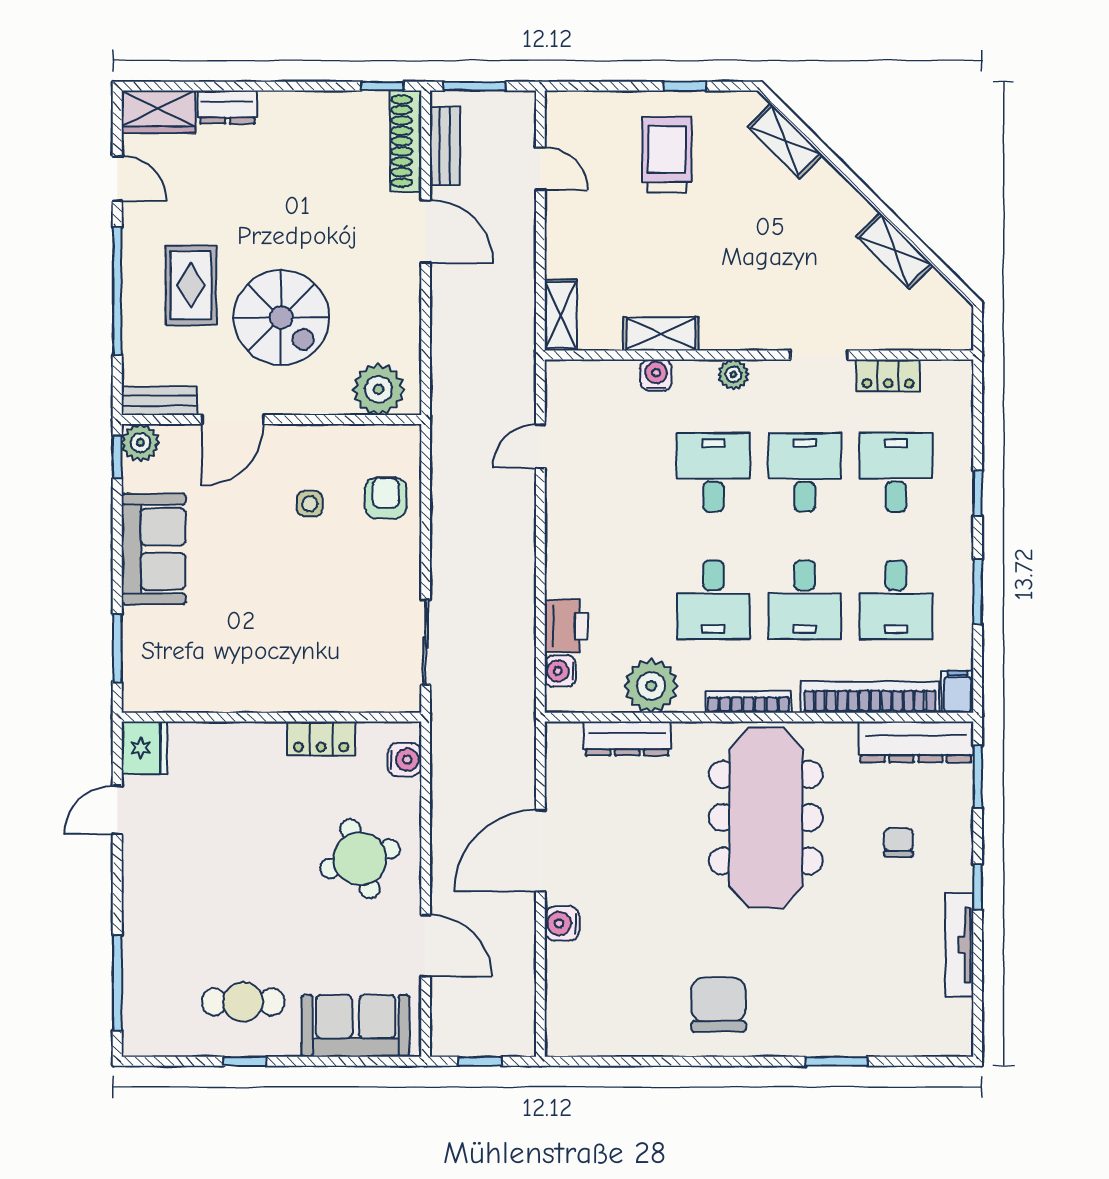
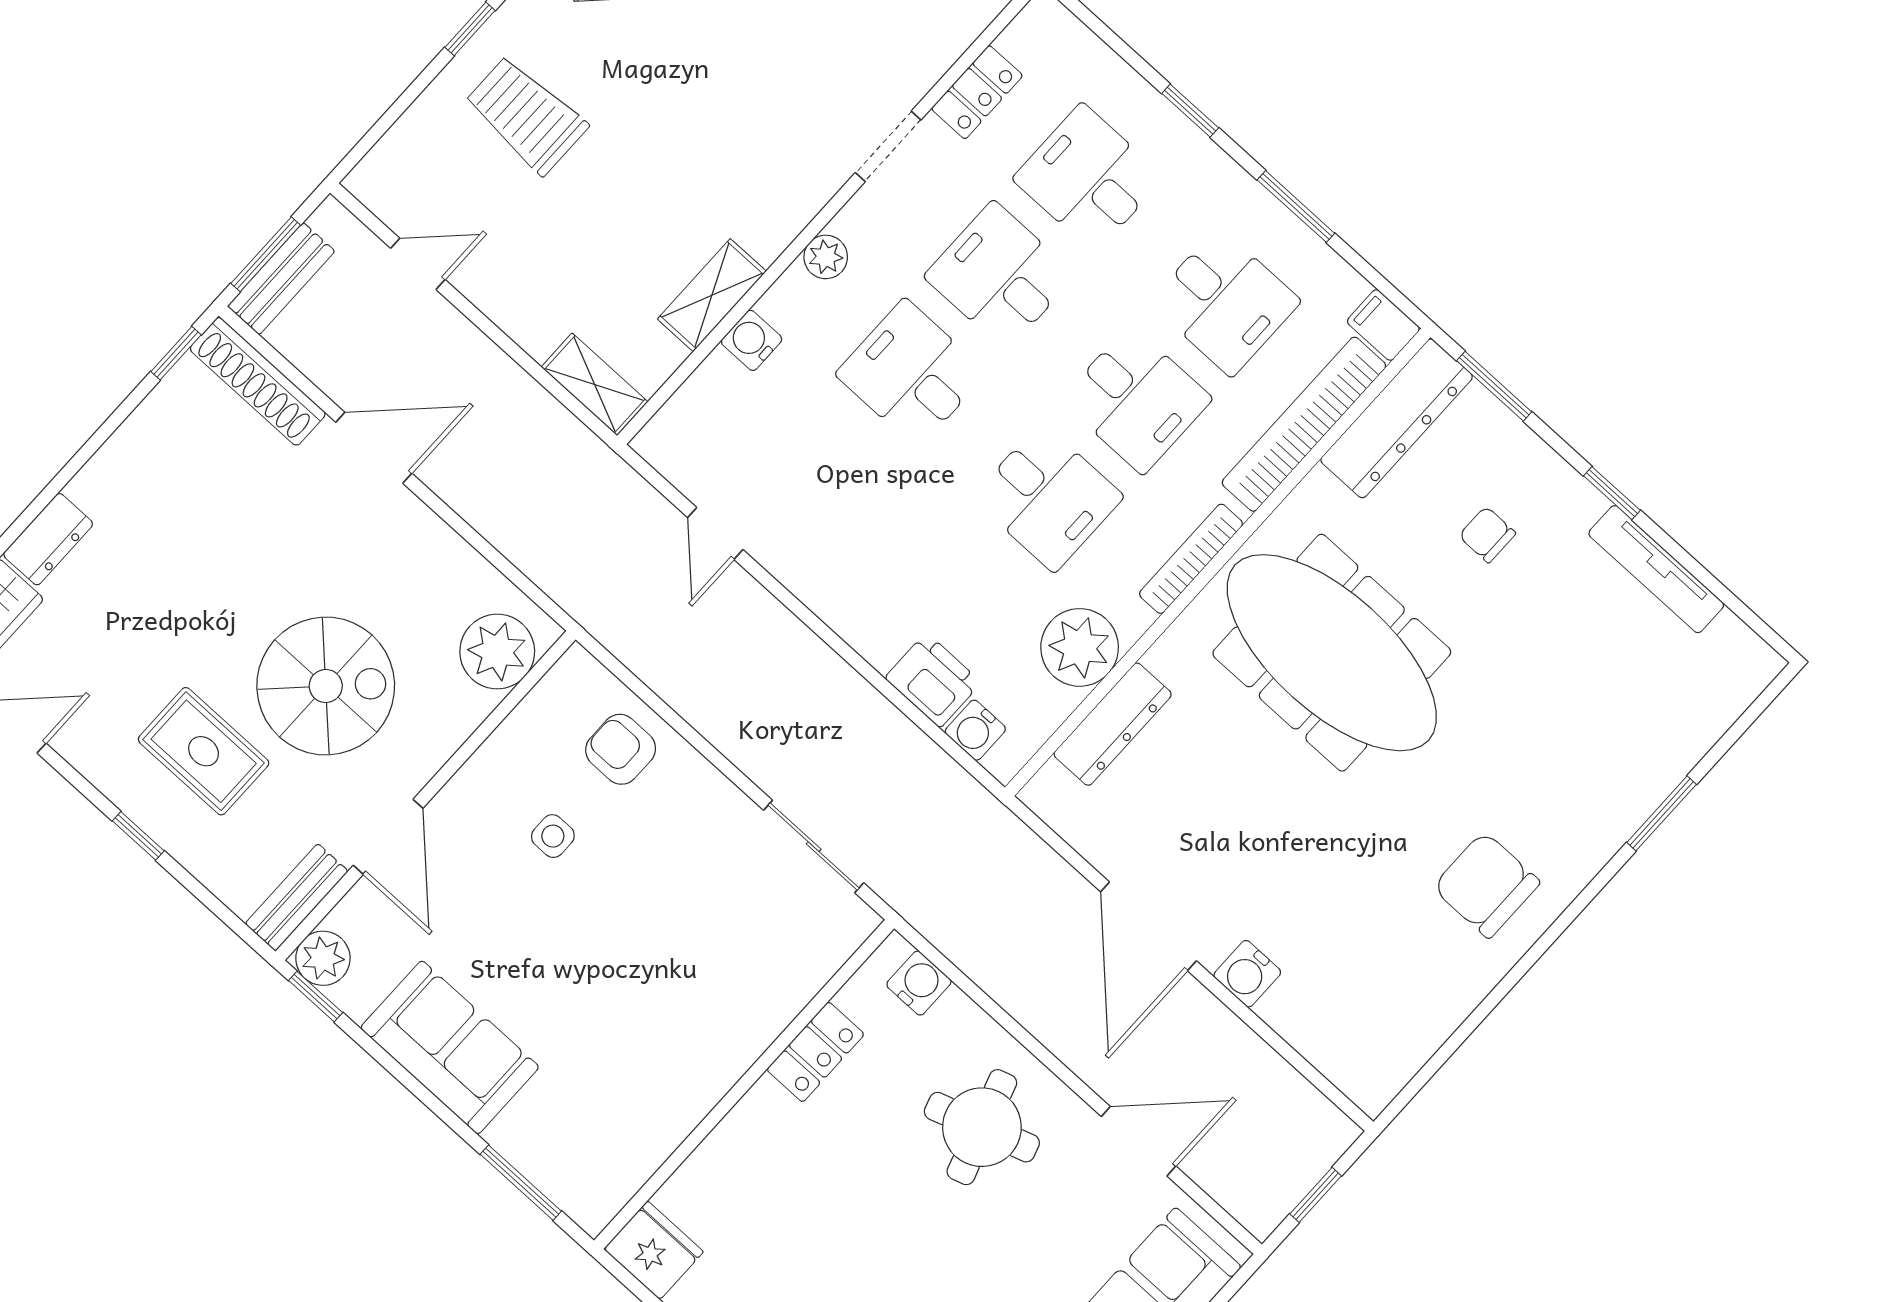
bench: (445, 146) -> (281, 279), moved, turned 90
window: (117, 291) -> (138, 836), width x0.32

